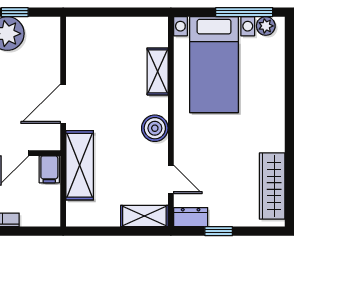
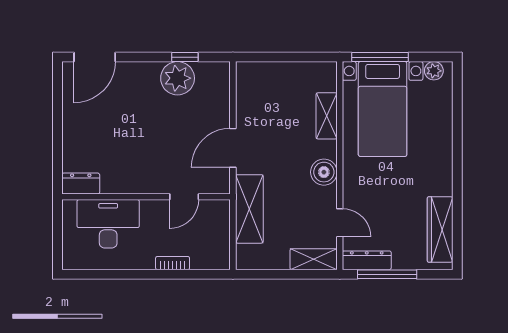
window: (244, 12) -> (380, 57), moved
filing cabinet: (49, 169) -> (219, 213), removed
dresser: (191, 217) -> (367, 260), width x1.44
window: (219, 231) -> (387, 274), width x2.17

